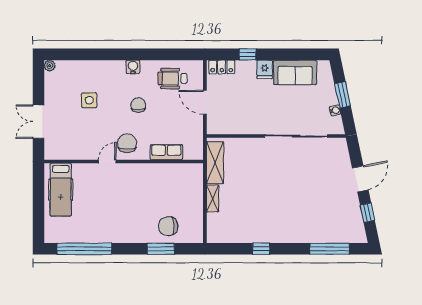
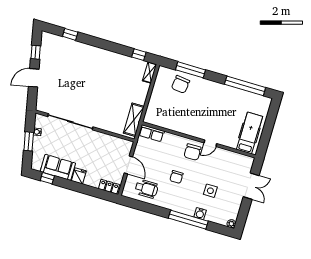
window: (107, 54) -> (188, 220), added
window: (248, 54) -> (47, 178), moved
water cooler: (133, 67) -> (200, 214), moved
row of seats: (166, 152) -> (152, 133), moved
shelving: (213, 198) -> (150, 73), moved
chair: (168, 226) -> (181, 84), turned 102
window: (161, 249) -> (191, 70), width x1.44
window: (261, 249) -> (139, 55), moved
window: (330, 249) -> (70, 34), width x0.46

